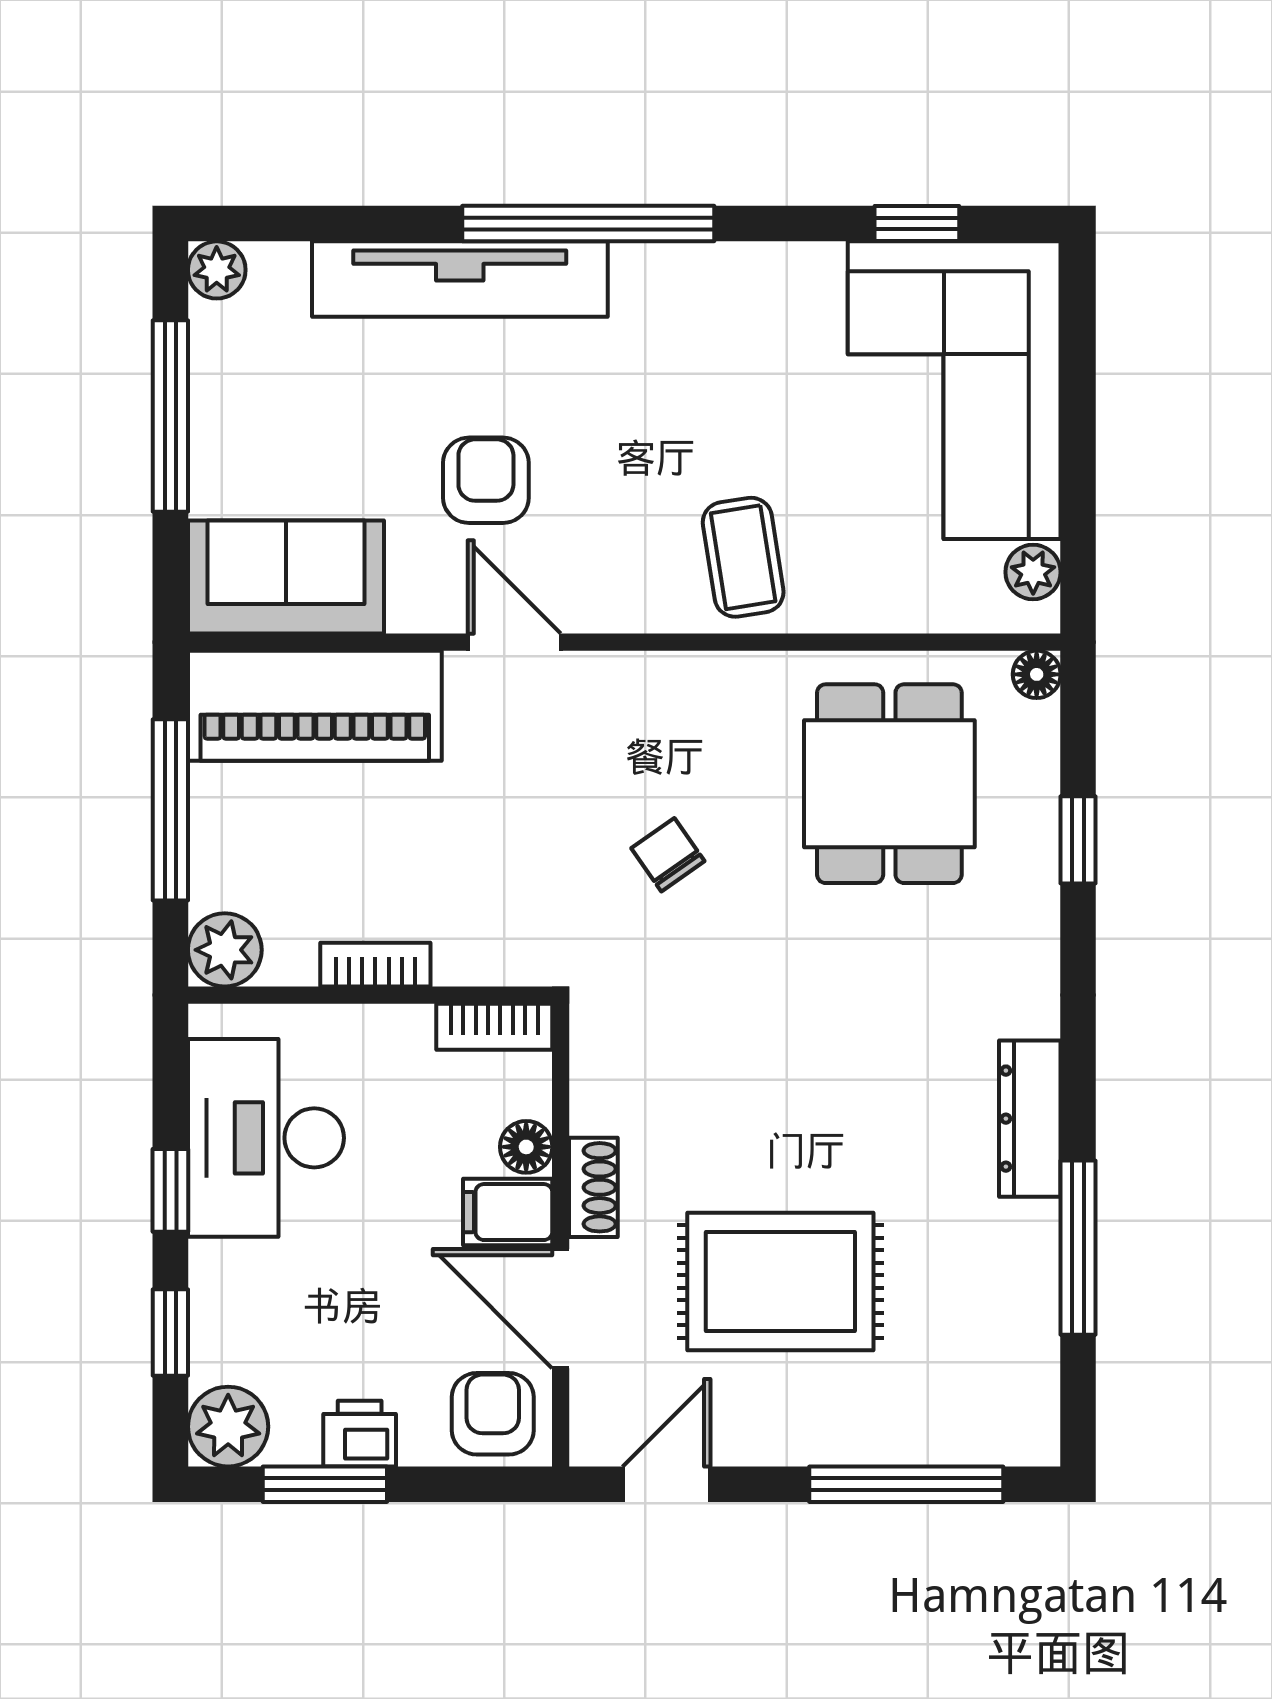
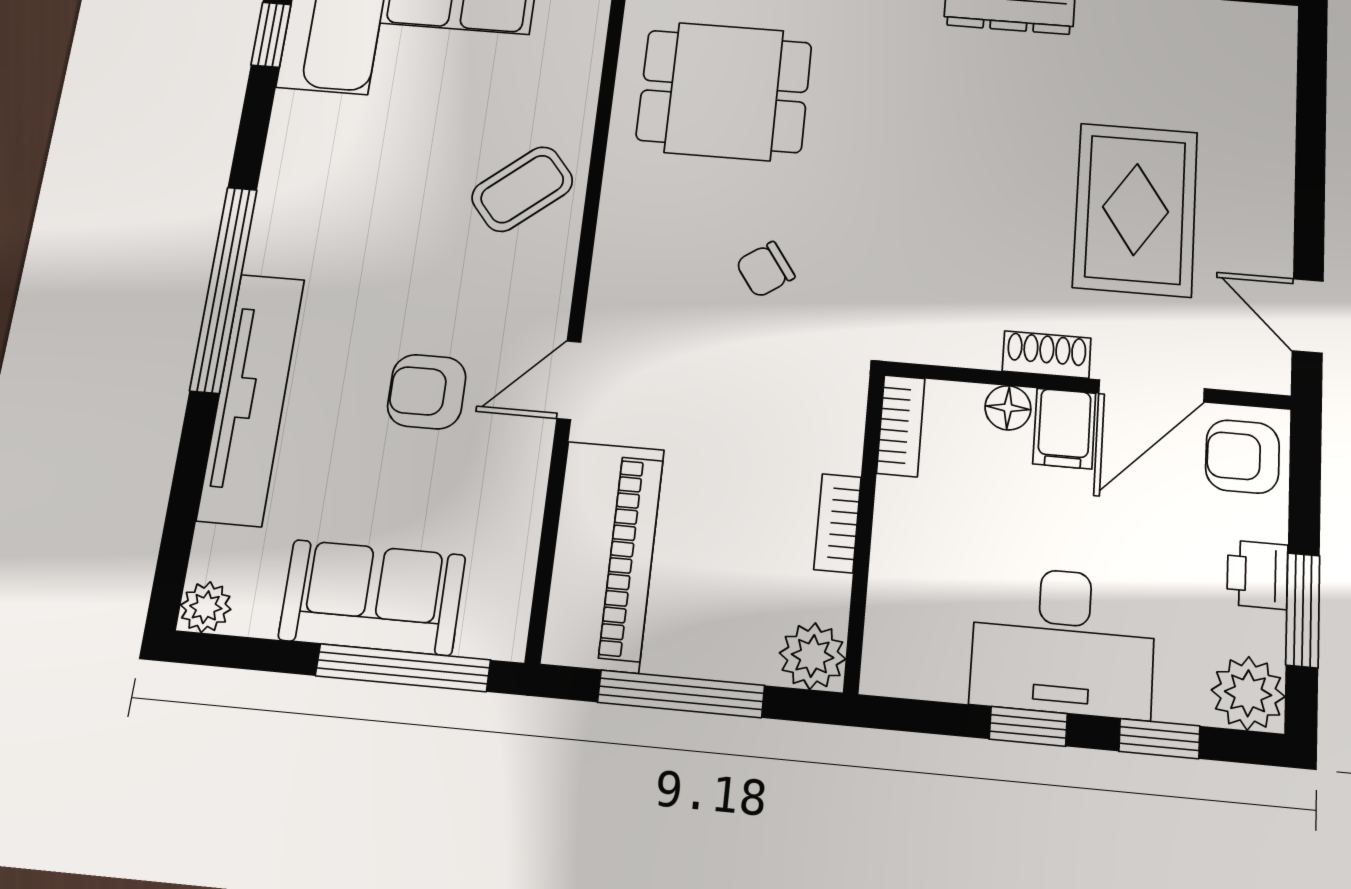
window: (170, 416) -> (403, 668), moved
coffee table: (743, 557) -> (522, 189), turned -31
sofa: (286, 577) -> (372, 597), moved, turned 90
desk: (266, 1138) -> (1063, 642), moved
window: (906, 1484) -> (1311, 124), removed

